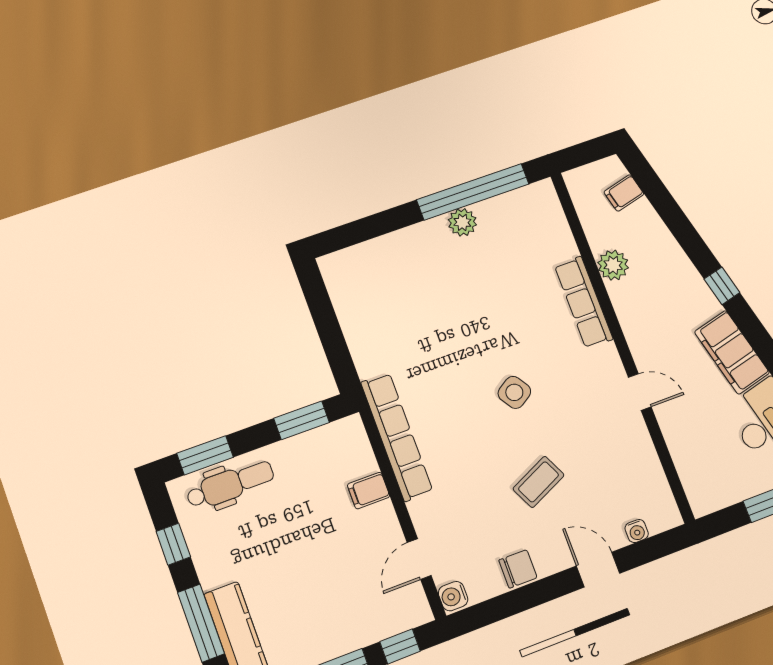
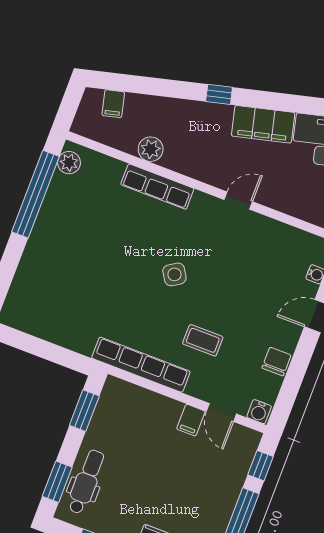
plant: (462, 222) -> (69, 163), moved
coffee table: (539, 482) -> (203, 340), moved, turned -65
filing cabinet: (369, 491) -> (191, 420), moved

